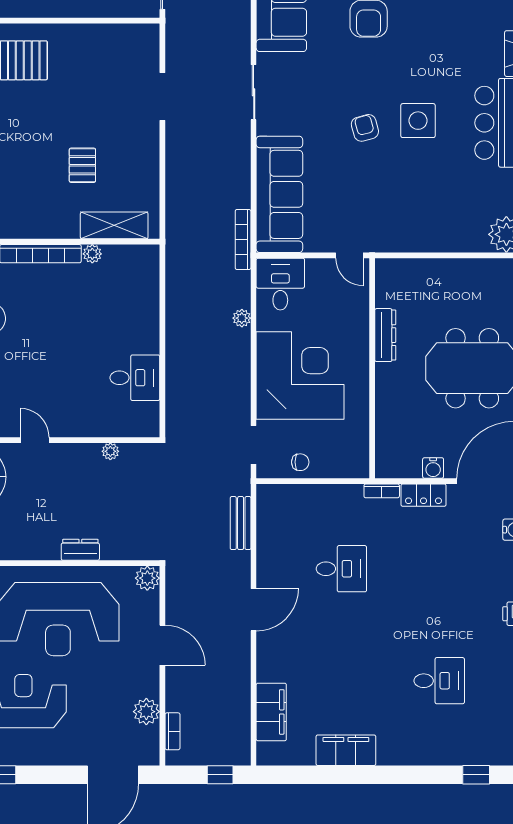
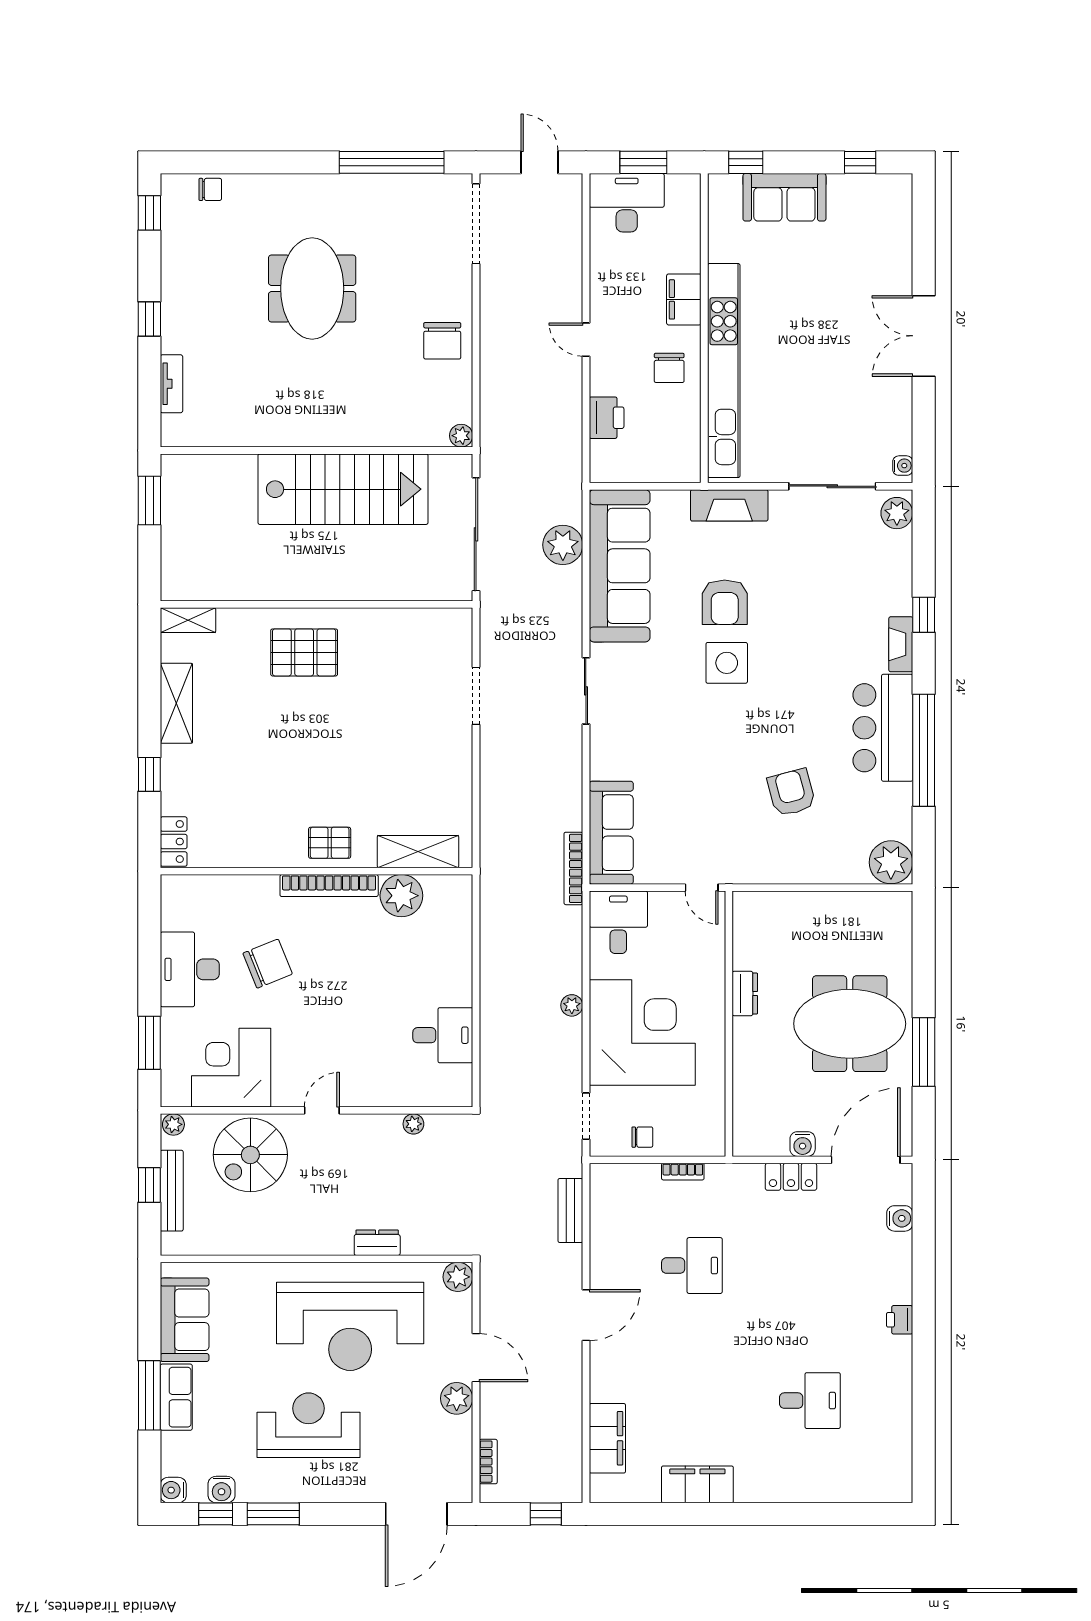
side table: (418, 121) -> (727, 663), moved
armchair: (365, 128) -> (791, 792), moved, width x1.38, depth x1.38
pallet: (82, 165) -> (330, 843), moved, turned 90
sofa: (279, 194) -> (611, 833), width x0.74, depth x0.79
plant: (92, 254) -> (401, 896), width x1.87, depth x1.87
plant: (242, 318) -> (572, 1005), moved
dresser: (385, 335) -> (745, 994), width x0.70
door: (35, 440) -> (322, 1110), hinge flipped
bookcase: (382, 491) -> (683, 1172), moved
plant: (146, 712) -> (457, 1398), moved
window: (476, 775) -> (854, 1514), removed

